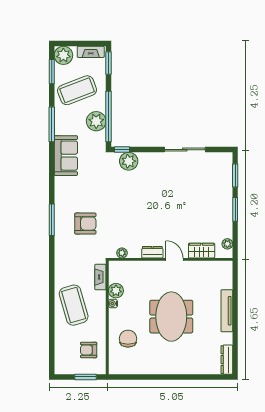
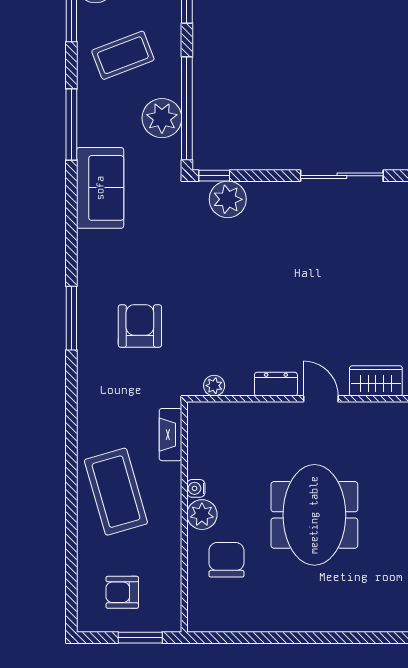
coffee table: (77, 90) -> (123, 55), width x0.73, depth x0.76
armchair: (85, 224) -> (140, 326), turned -90
plant: (116, 291) -> (202, 515), moved
armchair: (89, 350) -> (122, 592), moved

